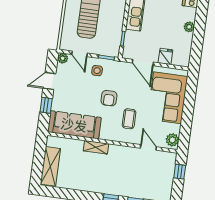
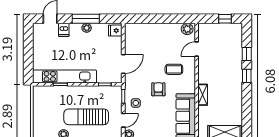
window: (199, 27) -> (86, 19), added
fridge: (165, 56) -> (115, 31), moved
armchair: (109, 98) -> (158, 89), turned -90
corner sofa: (167, 98) -> (151, 38), removed
window: (180, 172) -> (225, 19), moved

